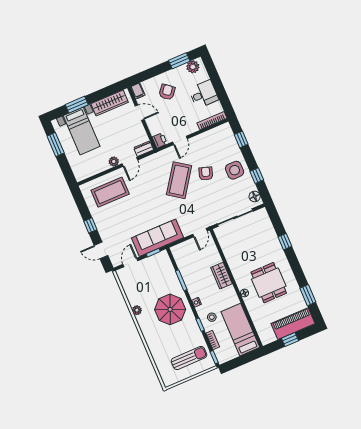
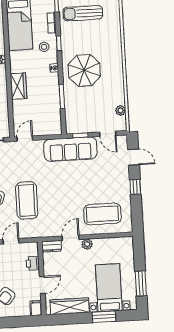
door: (140, 113) -> (42, 285), swing flipped
printer: (160, 140) -> (33, 263), moved
coffee table: (179, 180) -> (27, 200), turned -35
door: (130, 262) -> (108, 134), hinge flipped
plant: (137, 310) -> (121, 111), moved

